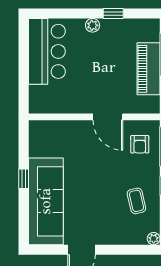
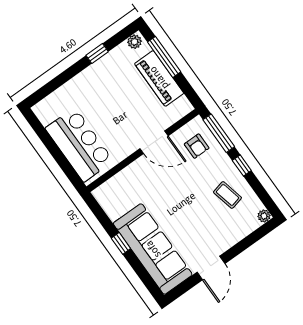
plant: (93, 25) -> (135, 42), moved
bar counter: (47, 51) -> (79, 145), moved

